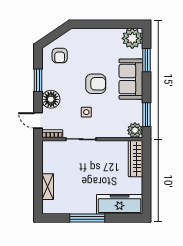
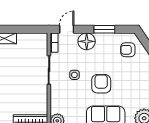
armchair: (96, 84) -> (101, 84), turned 180

